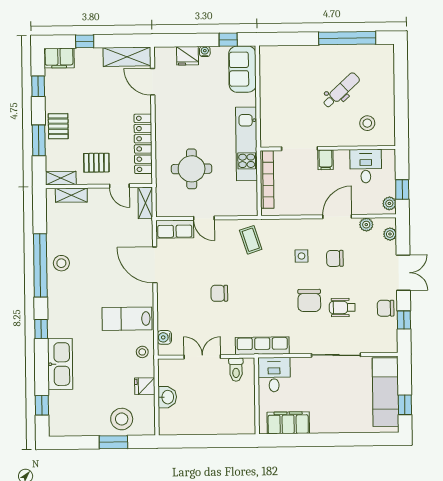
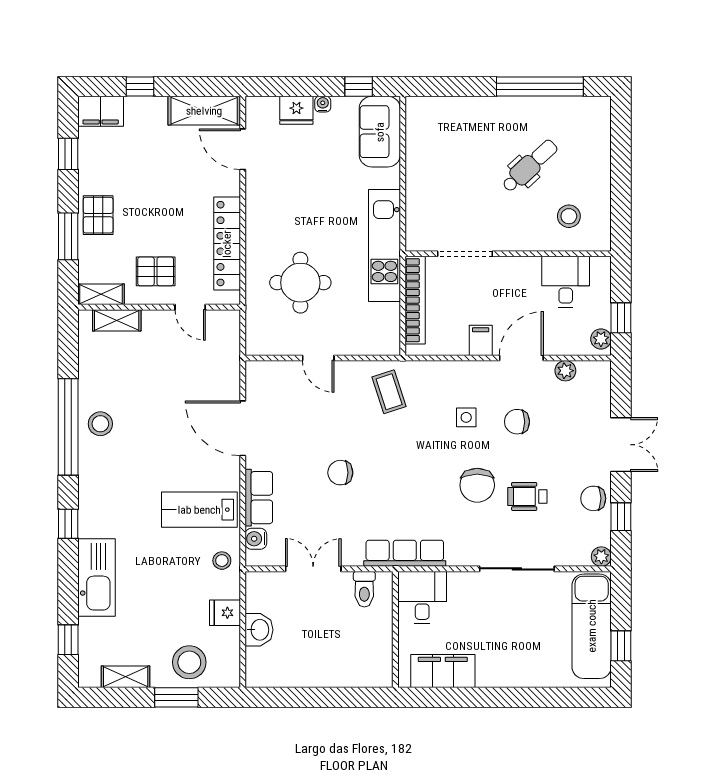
filing cabinet: (325, 160) -> (481, 340), moved, turned 180
shelving: (145, 203) -> (126, 677), moved, turned 90
row of seats: (175, 229) -> (259, 498), moved, turned -90
plant: (390, 234) -> (601, 557), moved

